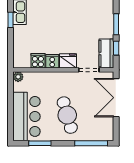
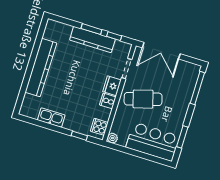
window: (11, 20) -> (79, 136), moved
kitchen counter: (106, 53) -> (92, 40), moved, width x1.50
cooker: (38, 61) -> (99, 127), moved
cafe table: (67, 115) -> (143, 99), moved

